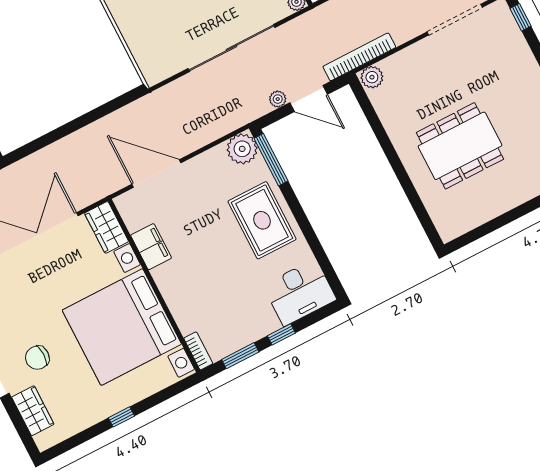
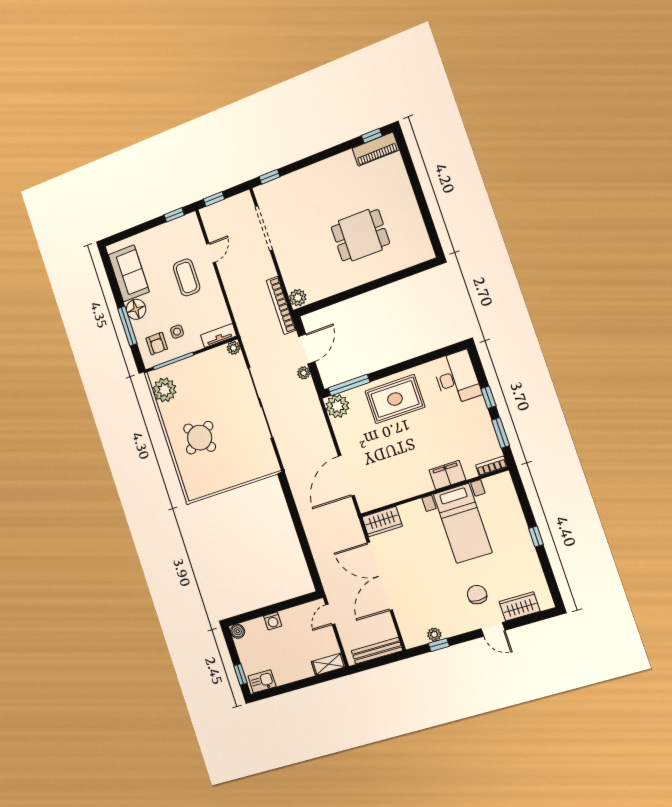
dining table: (460, 146) -> (360, 235), width x0.73
filing cabinet: (151, 247) -> (447, 475), moved
bed with nightstands: (122, 327) -> (463, 523), width x0.54
chair: (37, 358) -> (477, 595), turned 180

